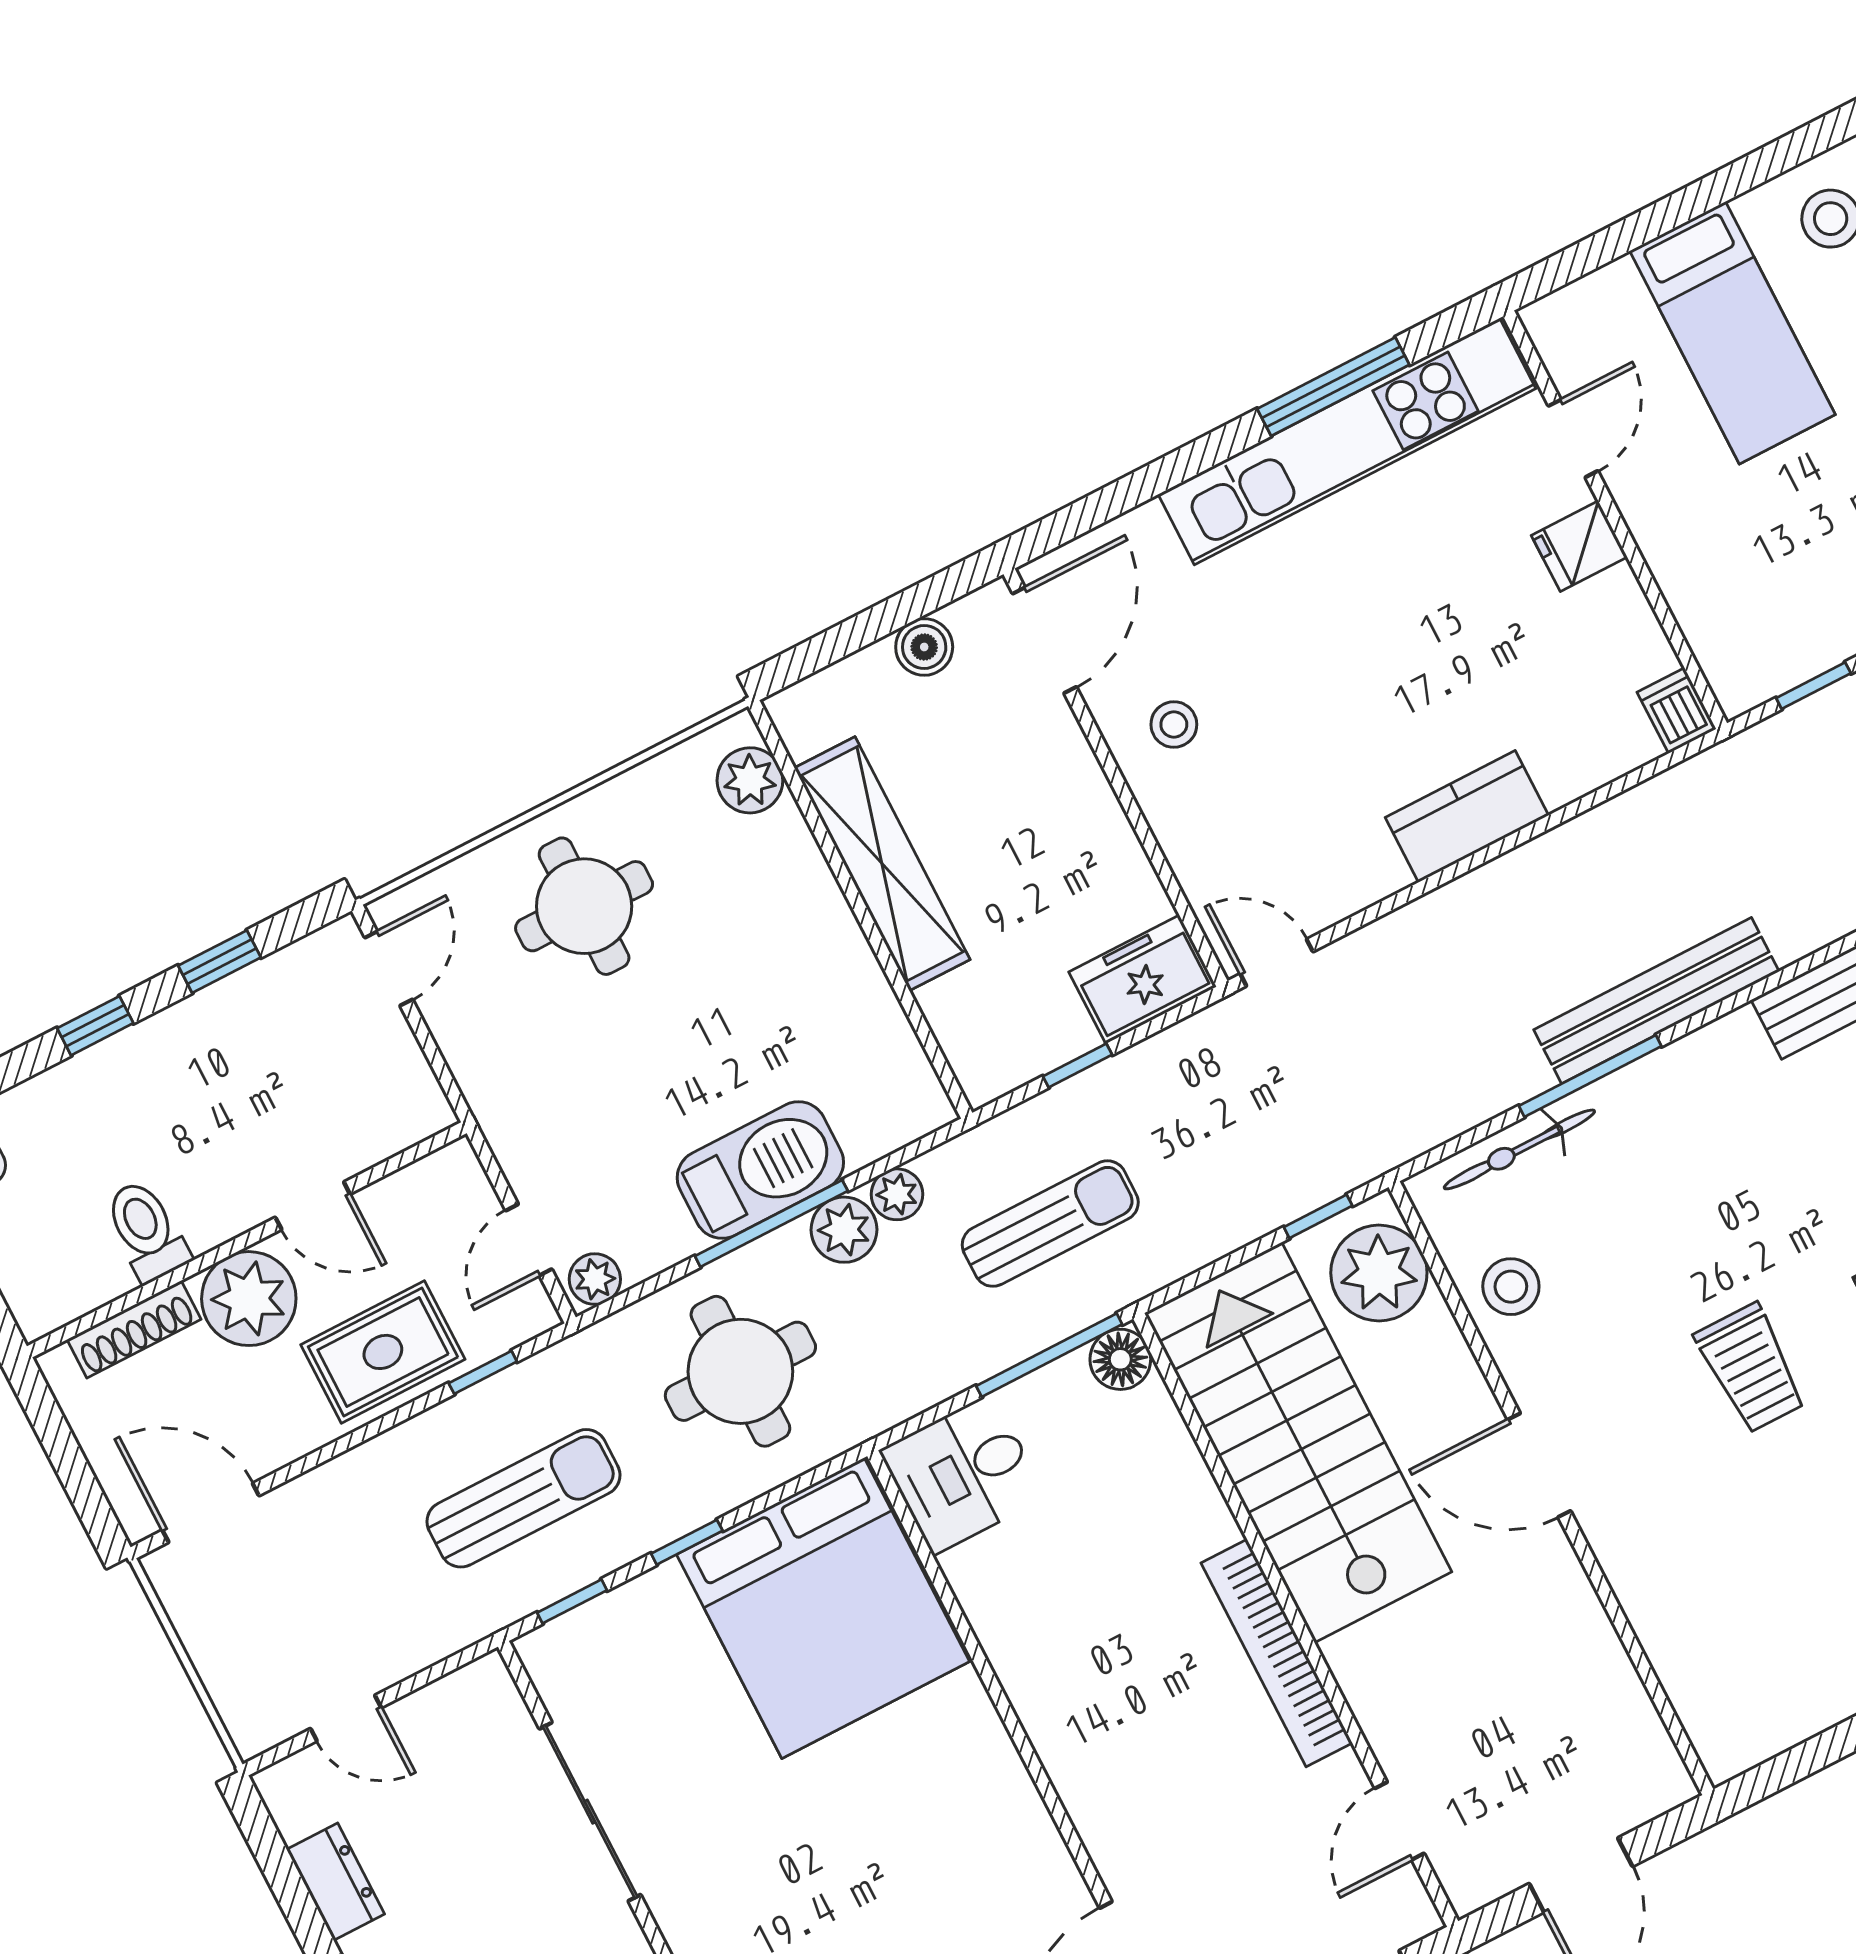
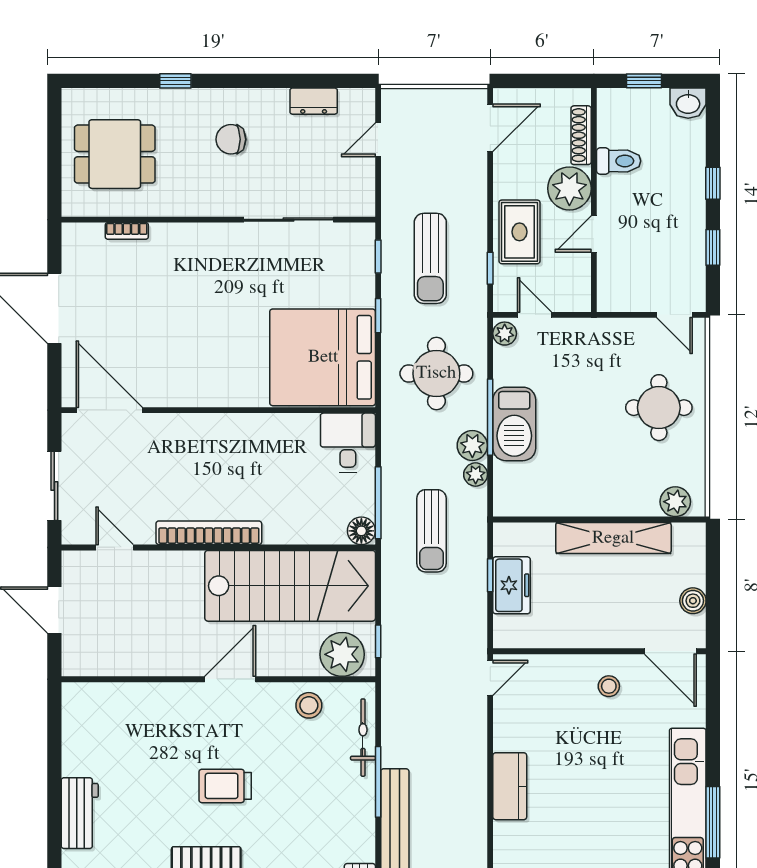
freezer: (1143, 979) -> (512, 585), moved

